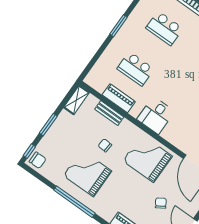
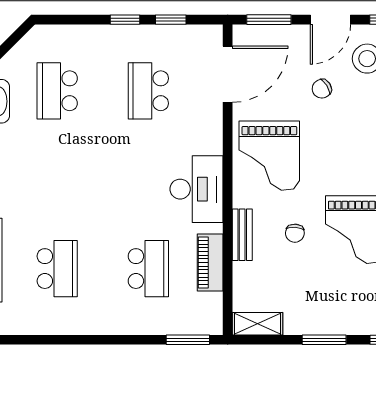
window: (119, 26) -> (188, 340), moved
bench: (109, 113) -> (242, 235), moved
desk: (156, 115) -> (196, 189), width x1.37

